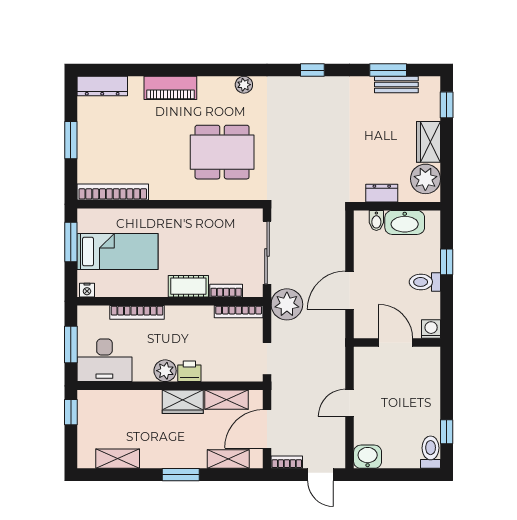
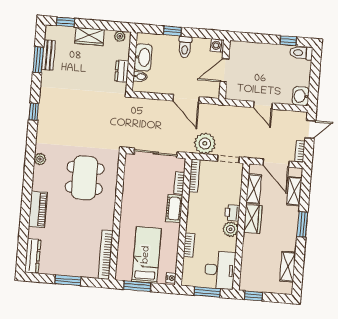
plant: (425, 179) -> (120, 36), width x0.53, depth x0.53
plant: (287, 304) -> (205, 143), moved
bookcase: (137, 312) -> (189, 245), width x0.64

